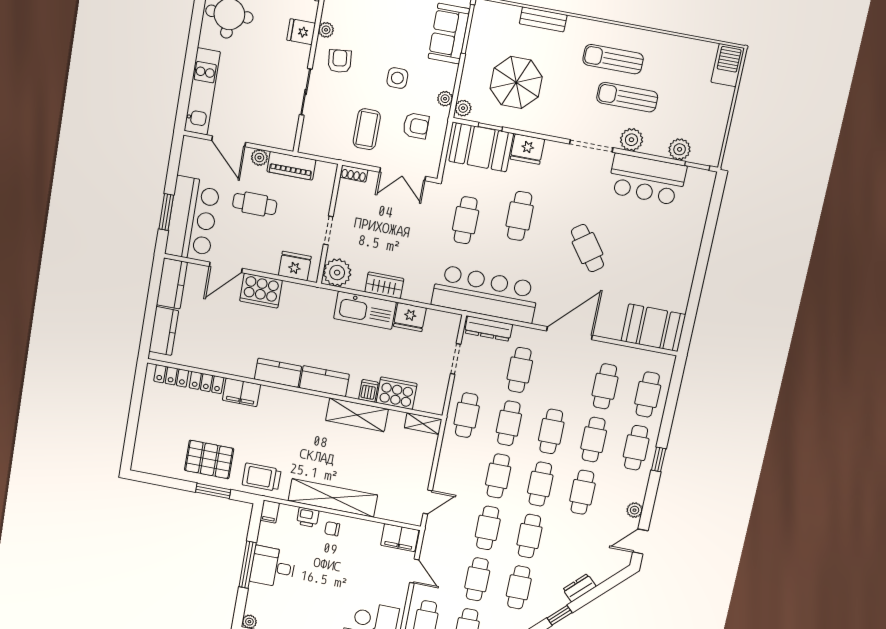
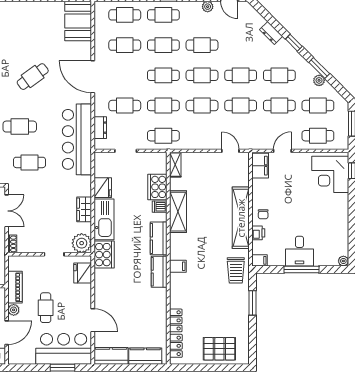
cooker: (261, 291) -> (104, 255), moved
dresser: (488, 329) -> (100, 128), width x0.70
filing cabinet: (241, 392) -> (178, 266), moved, width x0.50
pallet: (209, 459) -> (219, 349), moved, turned 90

